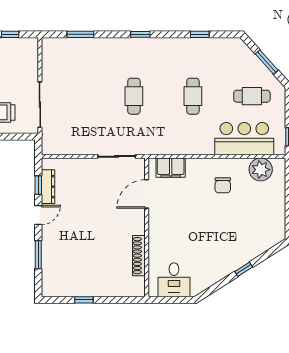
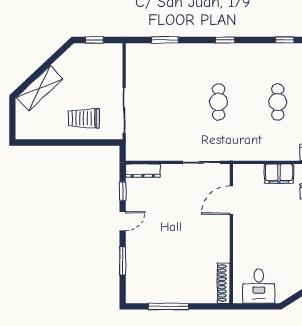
filing cabinet: (171, 168) -> (279, 174), moved
dresser: (48, 187) -> (143, 171), moved, turned 90
shoe rack: (139, 256) -> (224, 283), moved
window: (84, 300) -> (168, 306), width x2.17

